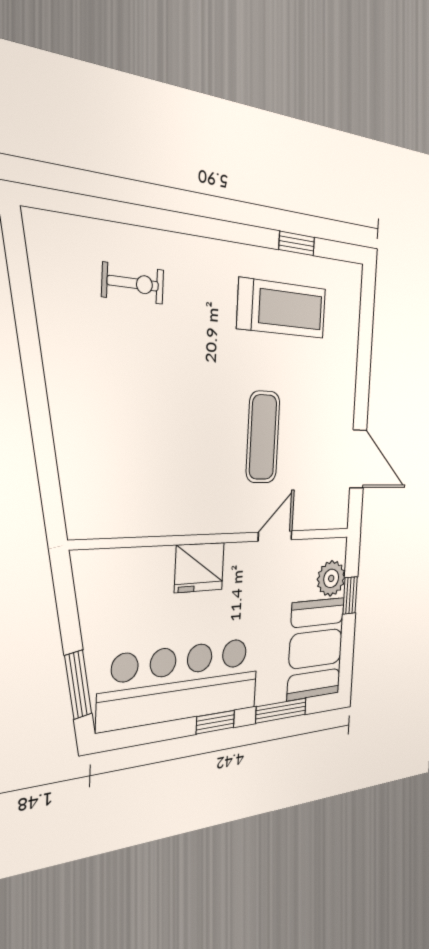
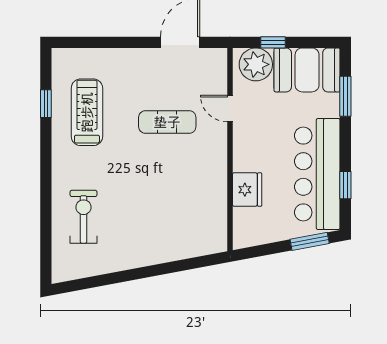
exercise bike: (133, 283) -> (83, 217), width x1.38, depth x1.39
fridge: (199, 567) -> (247, 190), moved
plant: (331, 578) -> (256, 64), width x1.36, depth x1.36
window: (215, 722) -> (345, 185), moved

